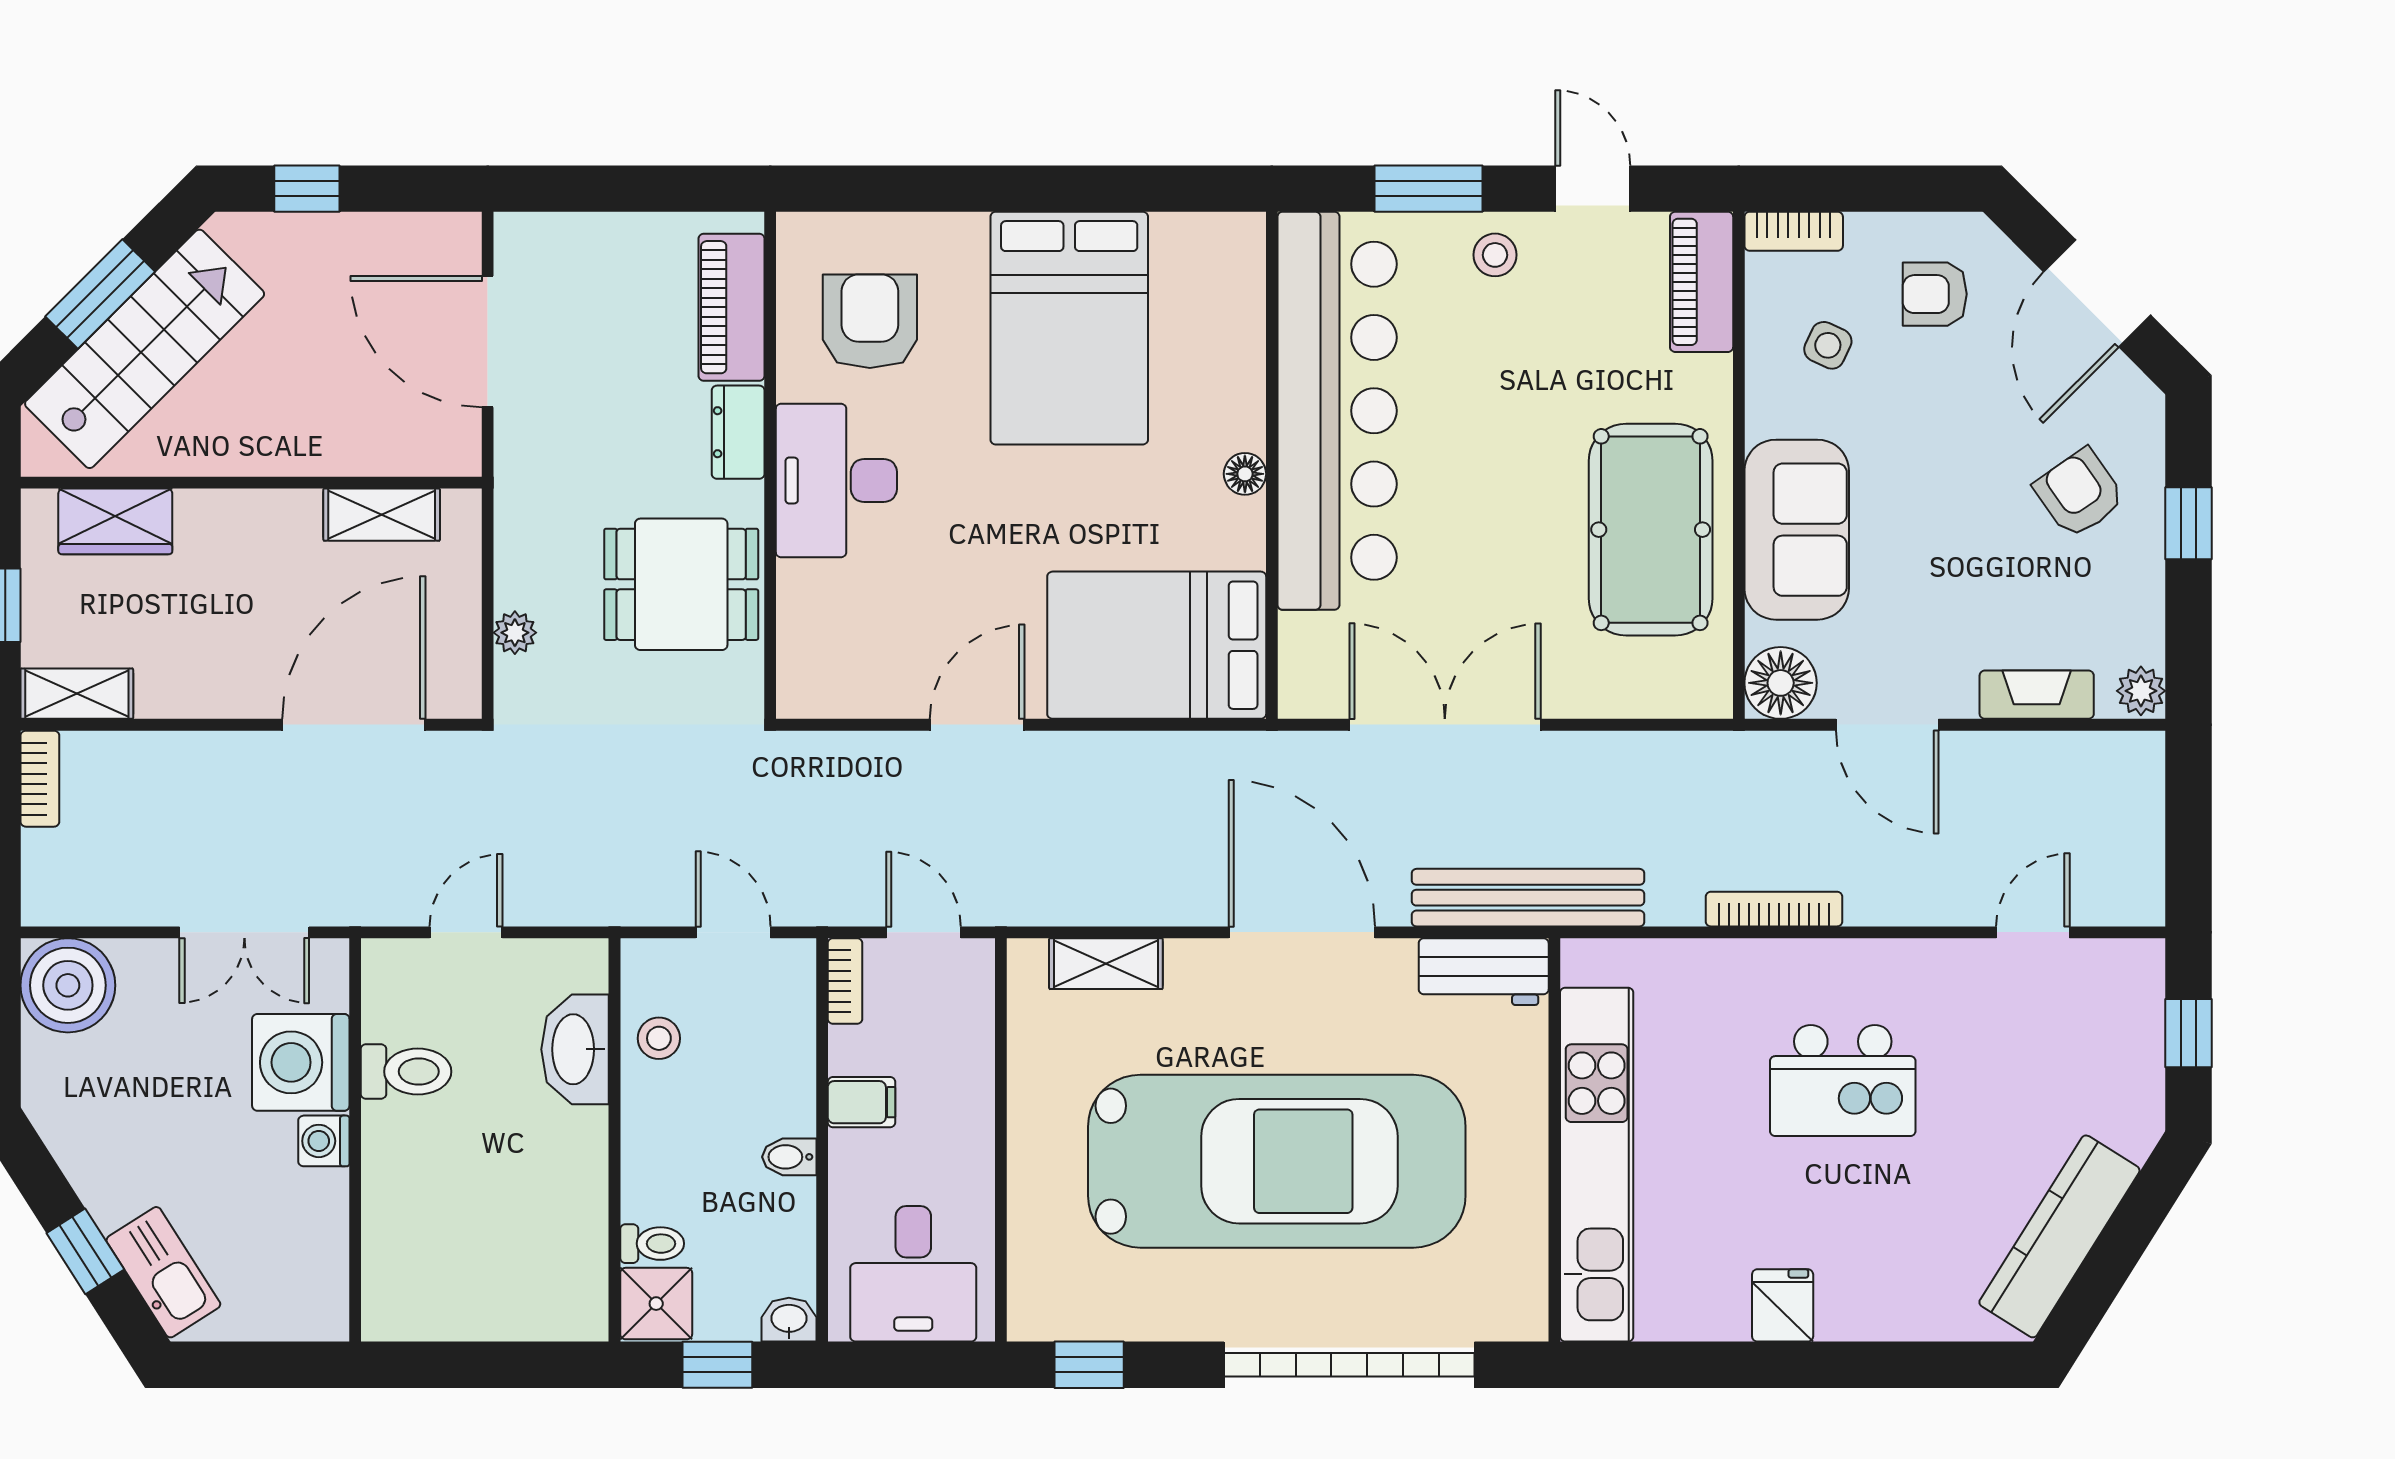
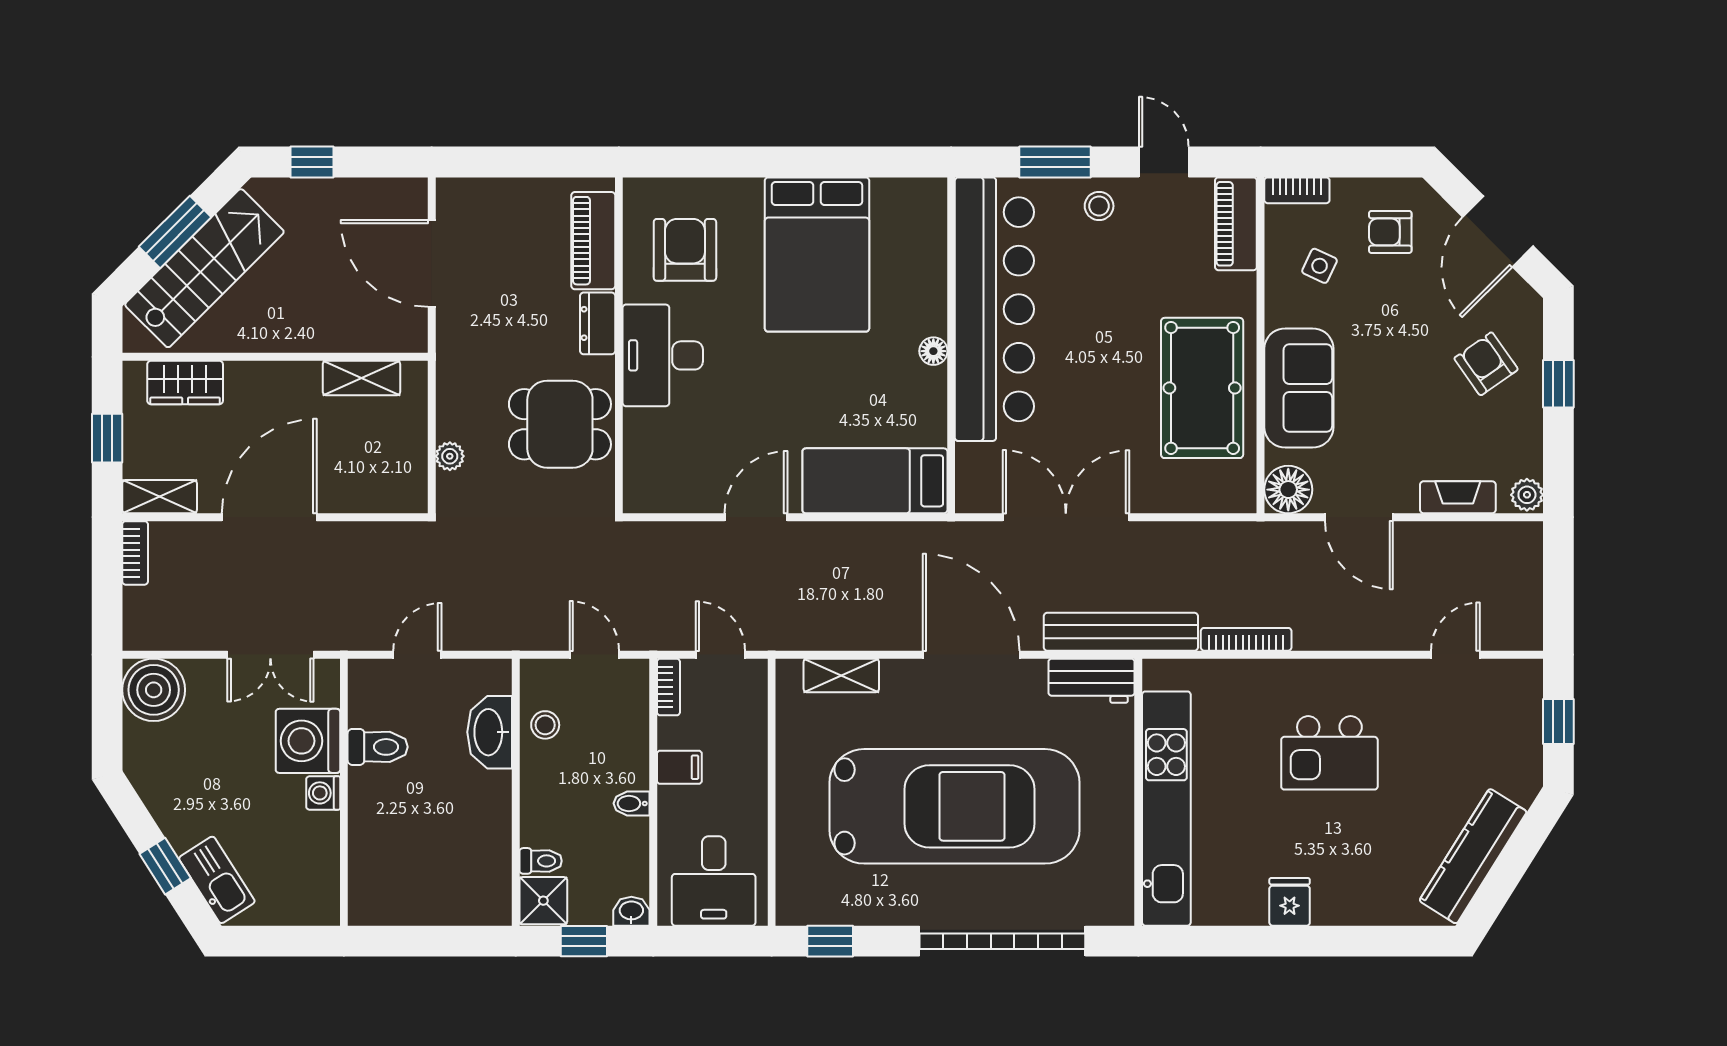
bed: (1157, 645) -> (875, 481), width x0.67
door: (354, 725) -> (269, 517), moved
bookcase: (1774, 909) -> (1246, 639), moved

